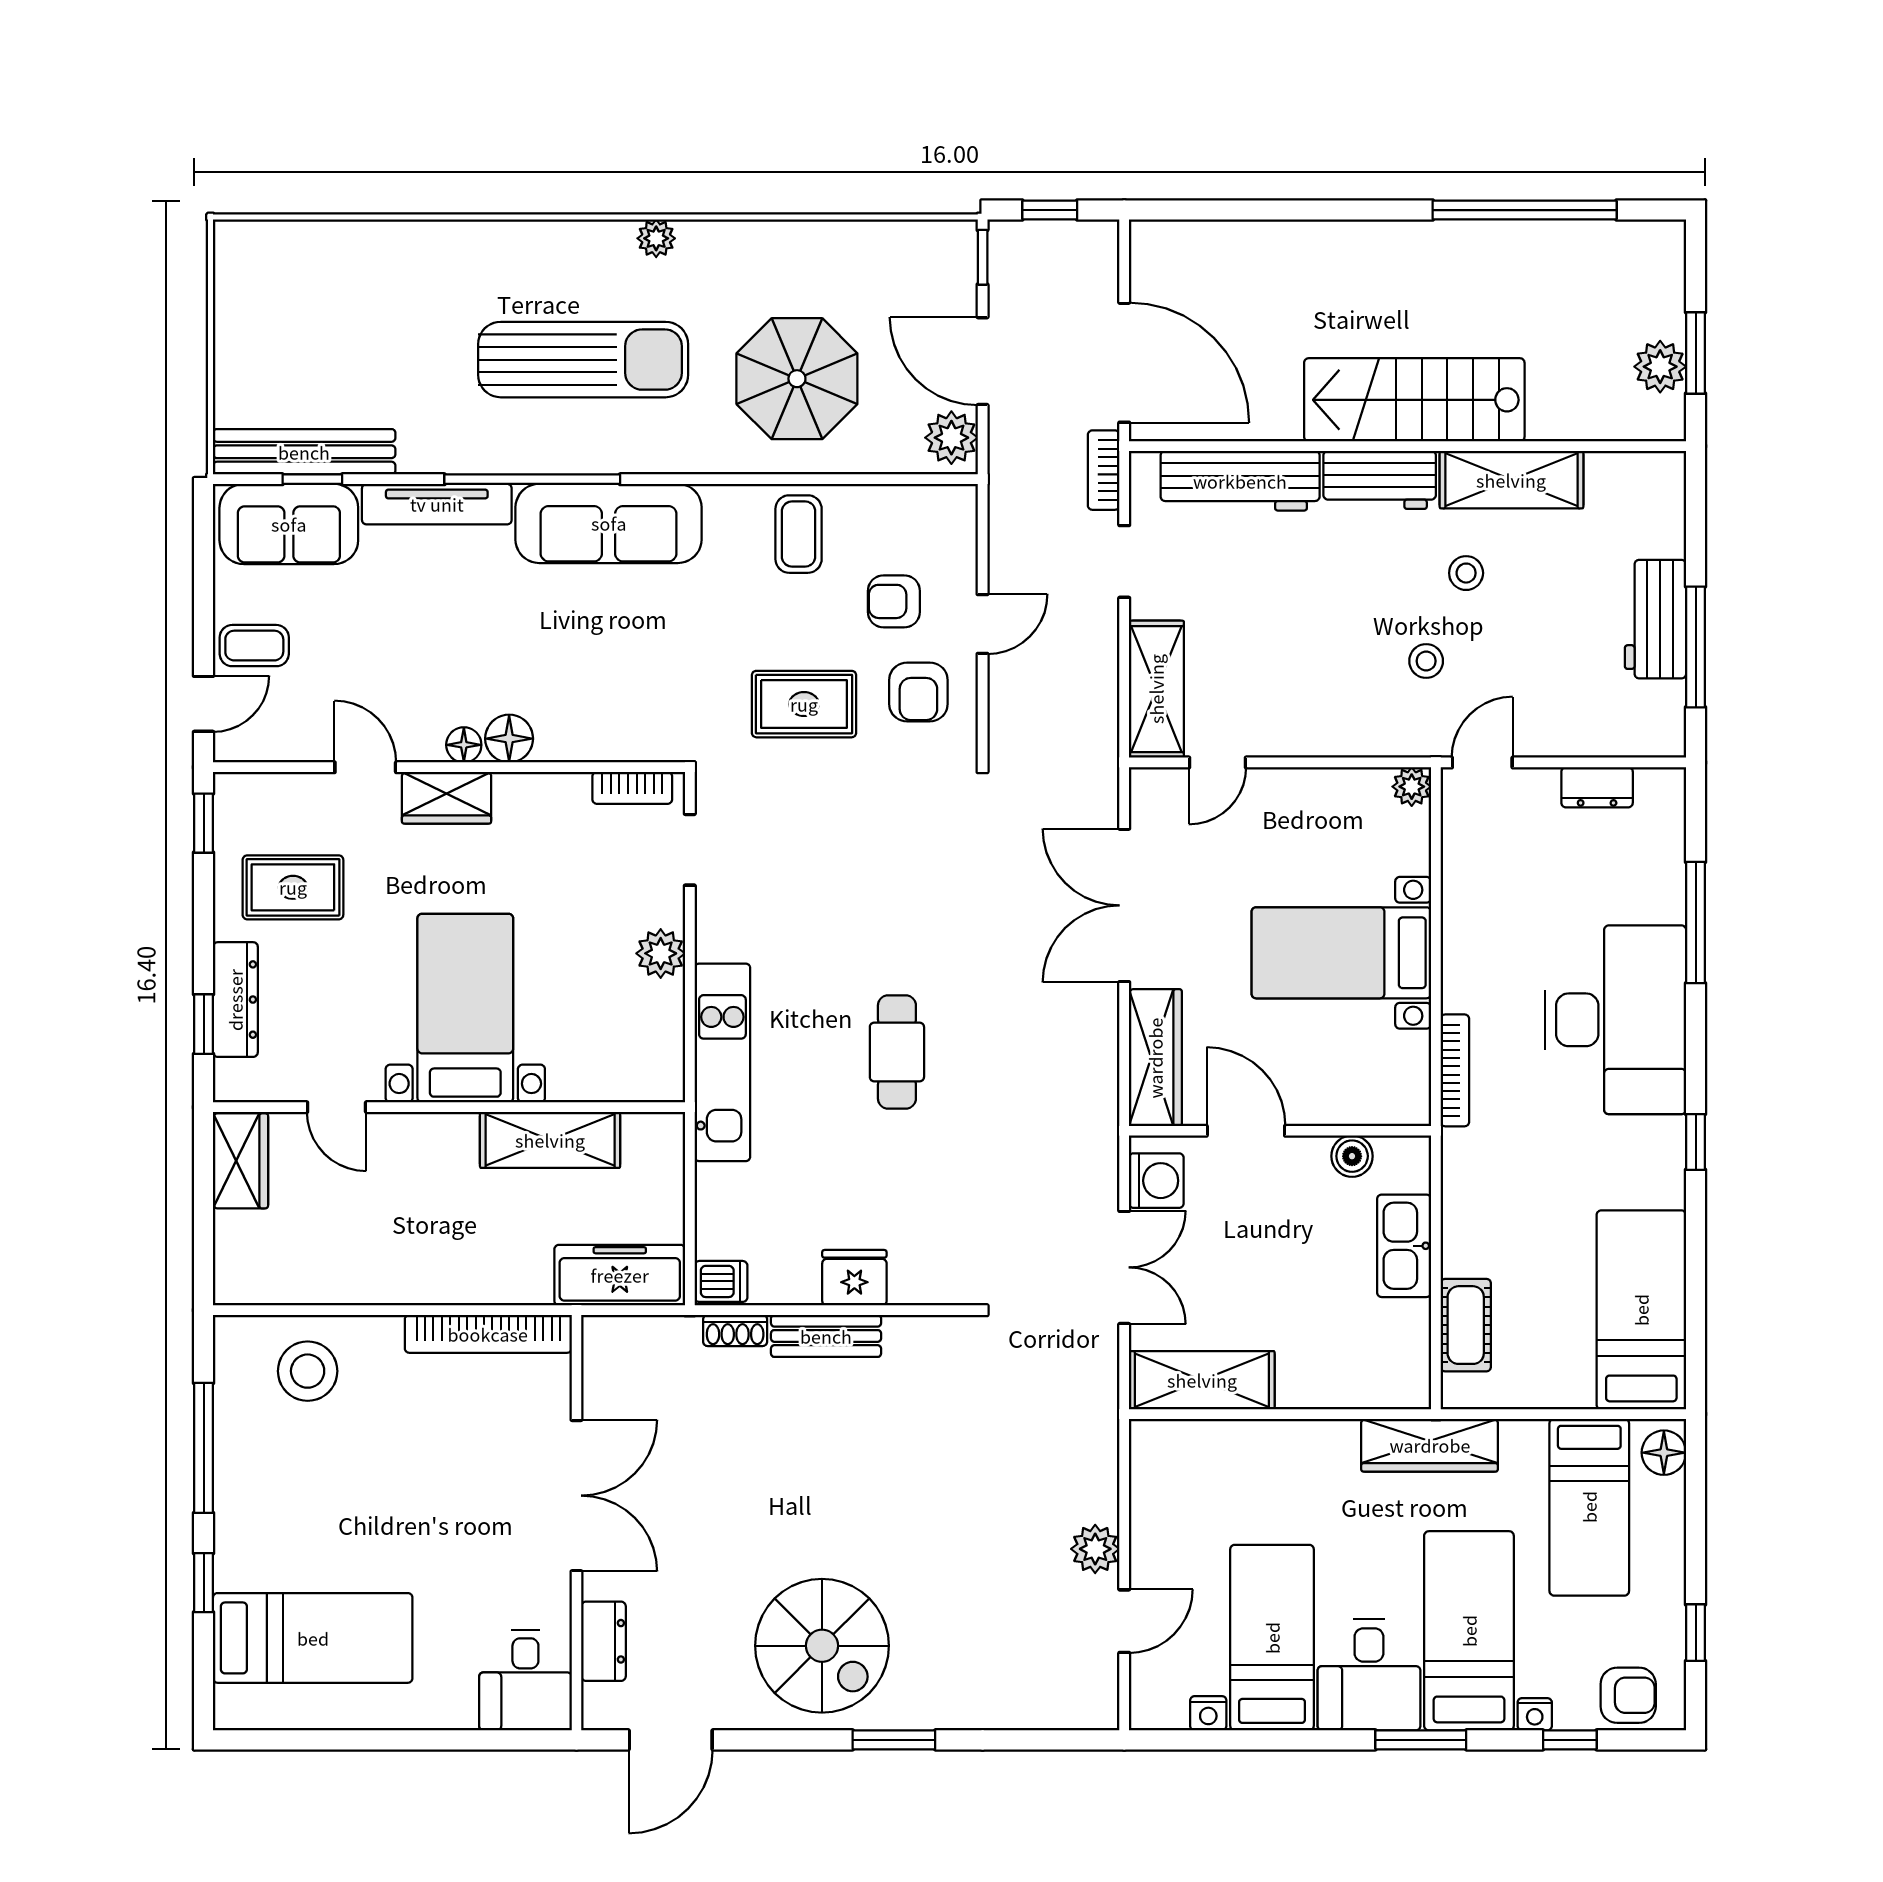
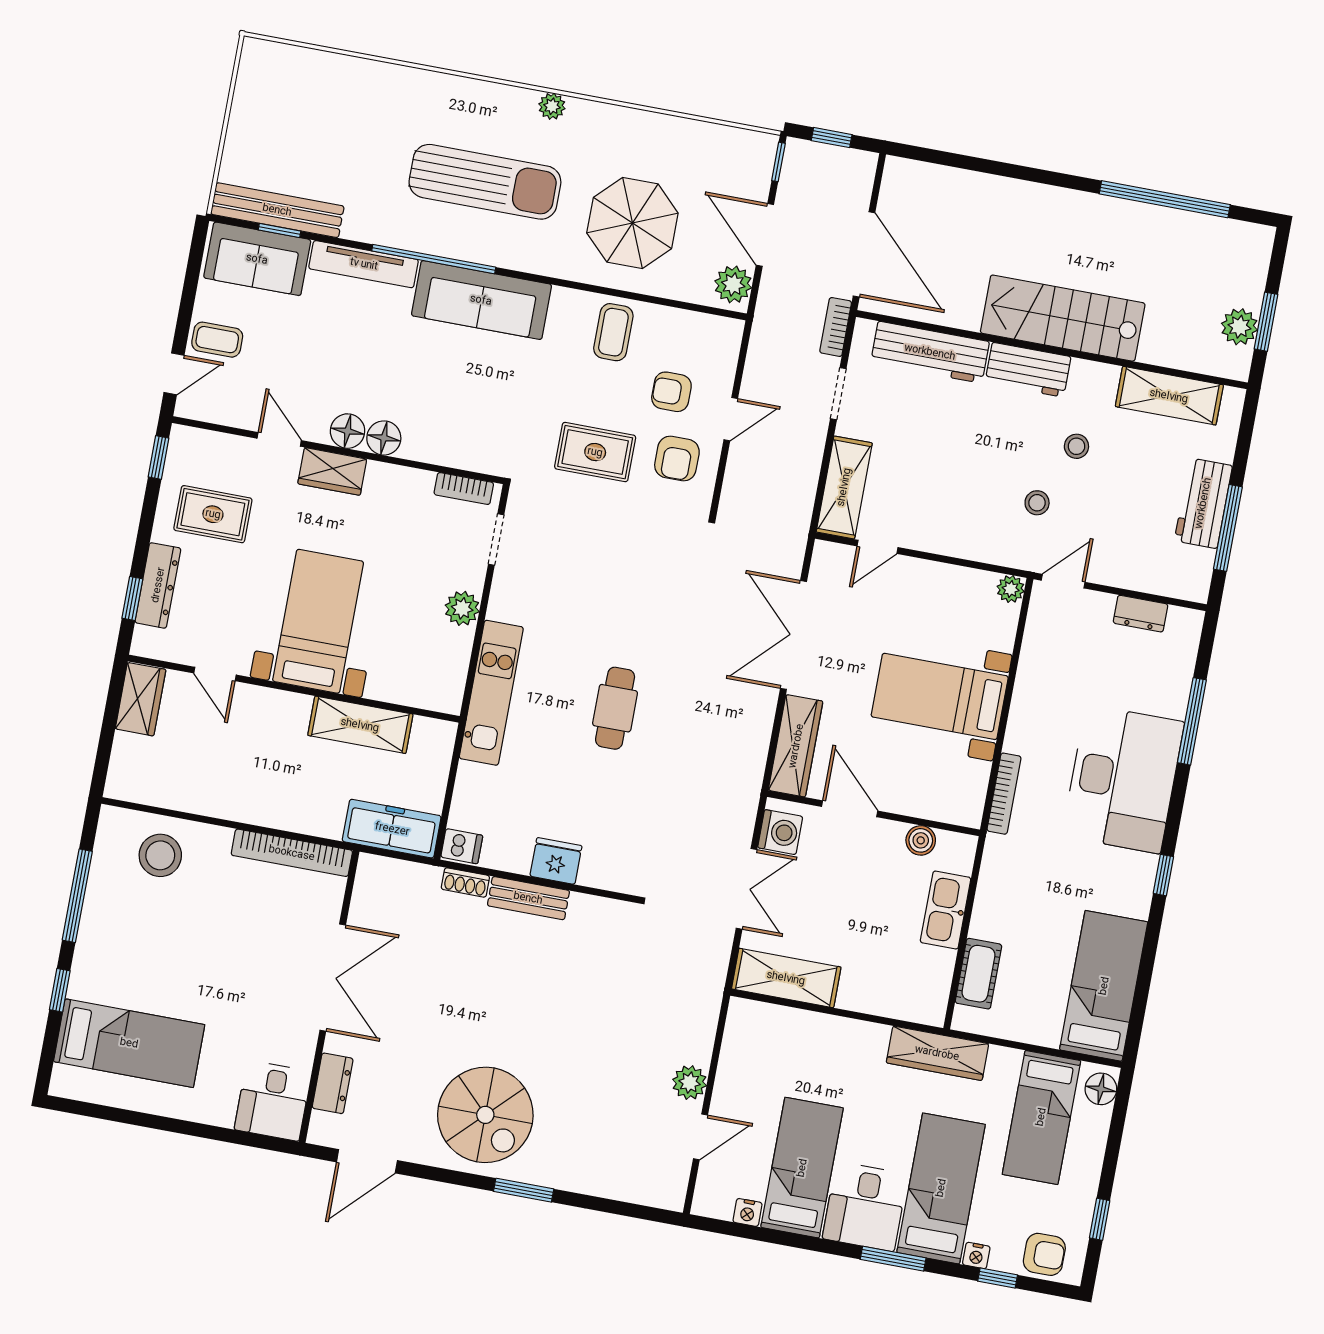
shelving: (1511, 480) -> (1169, 396), moved
floor lamp: (464, 745) -> (348, 431), width x1.37, depth x1.37

